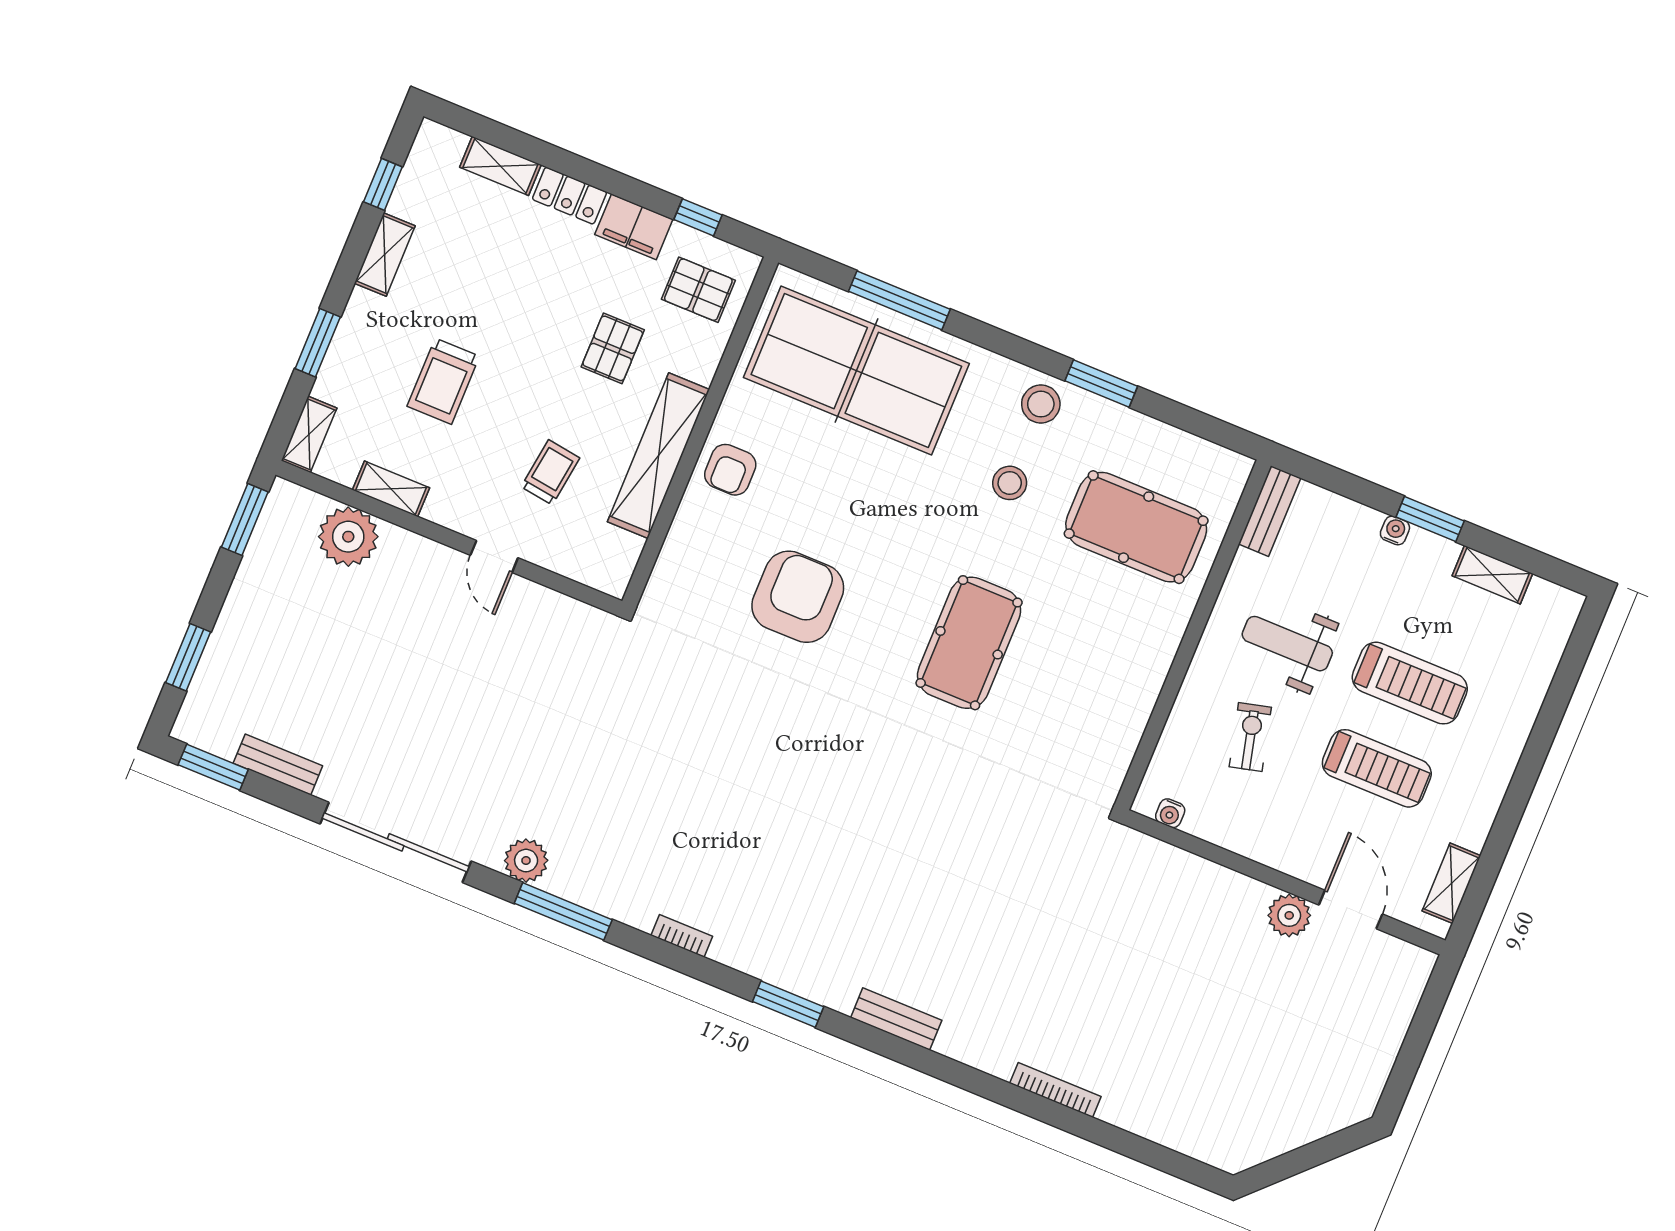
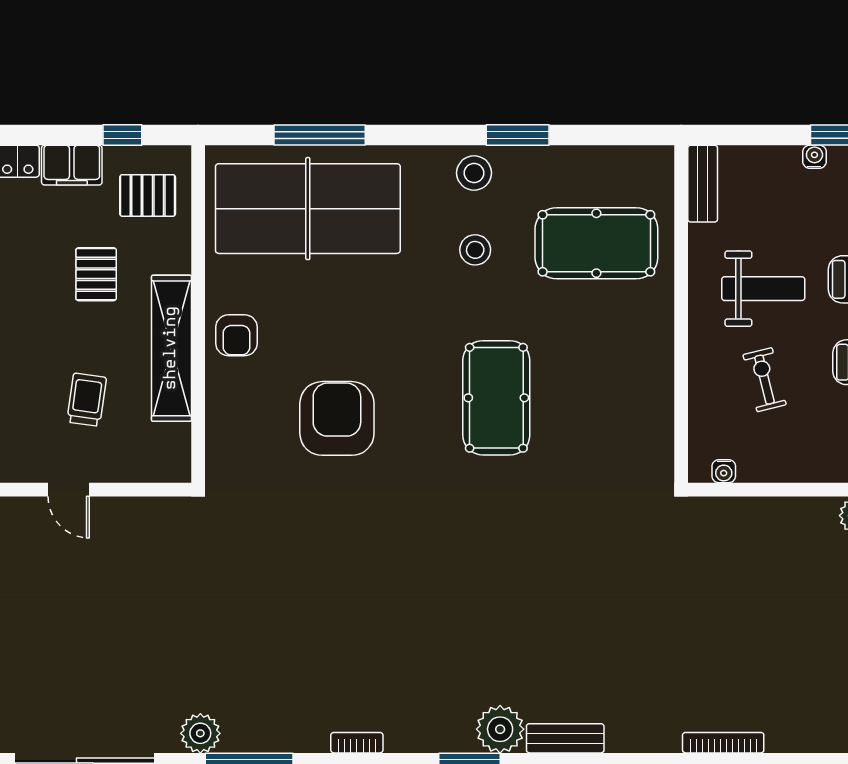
weight bench: (1287, 644) -> (763, 289), turned 180
plant: (834, 982) -> (500, 729), added

